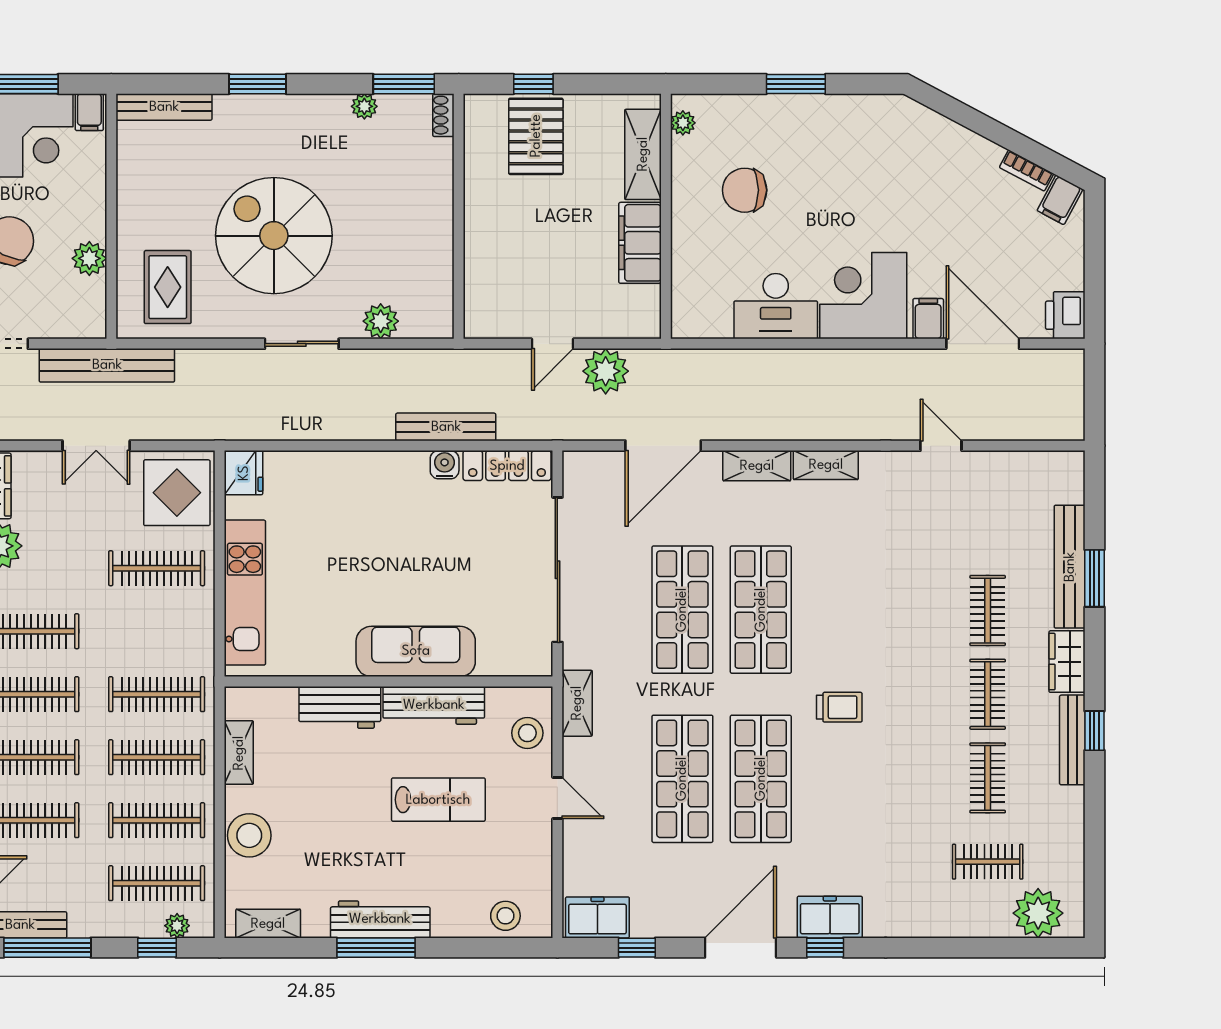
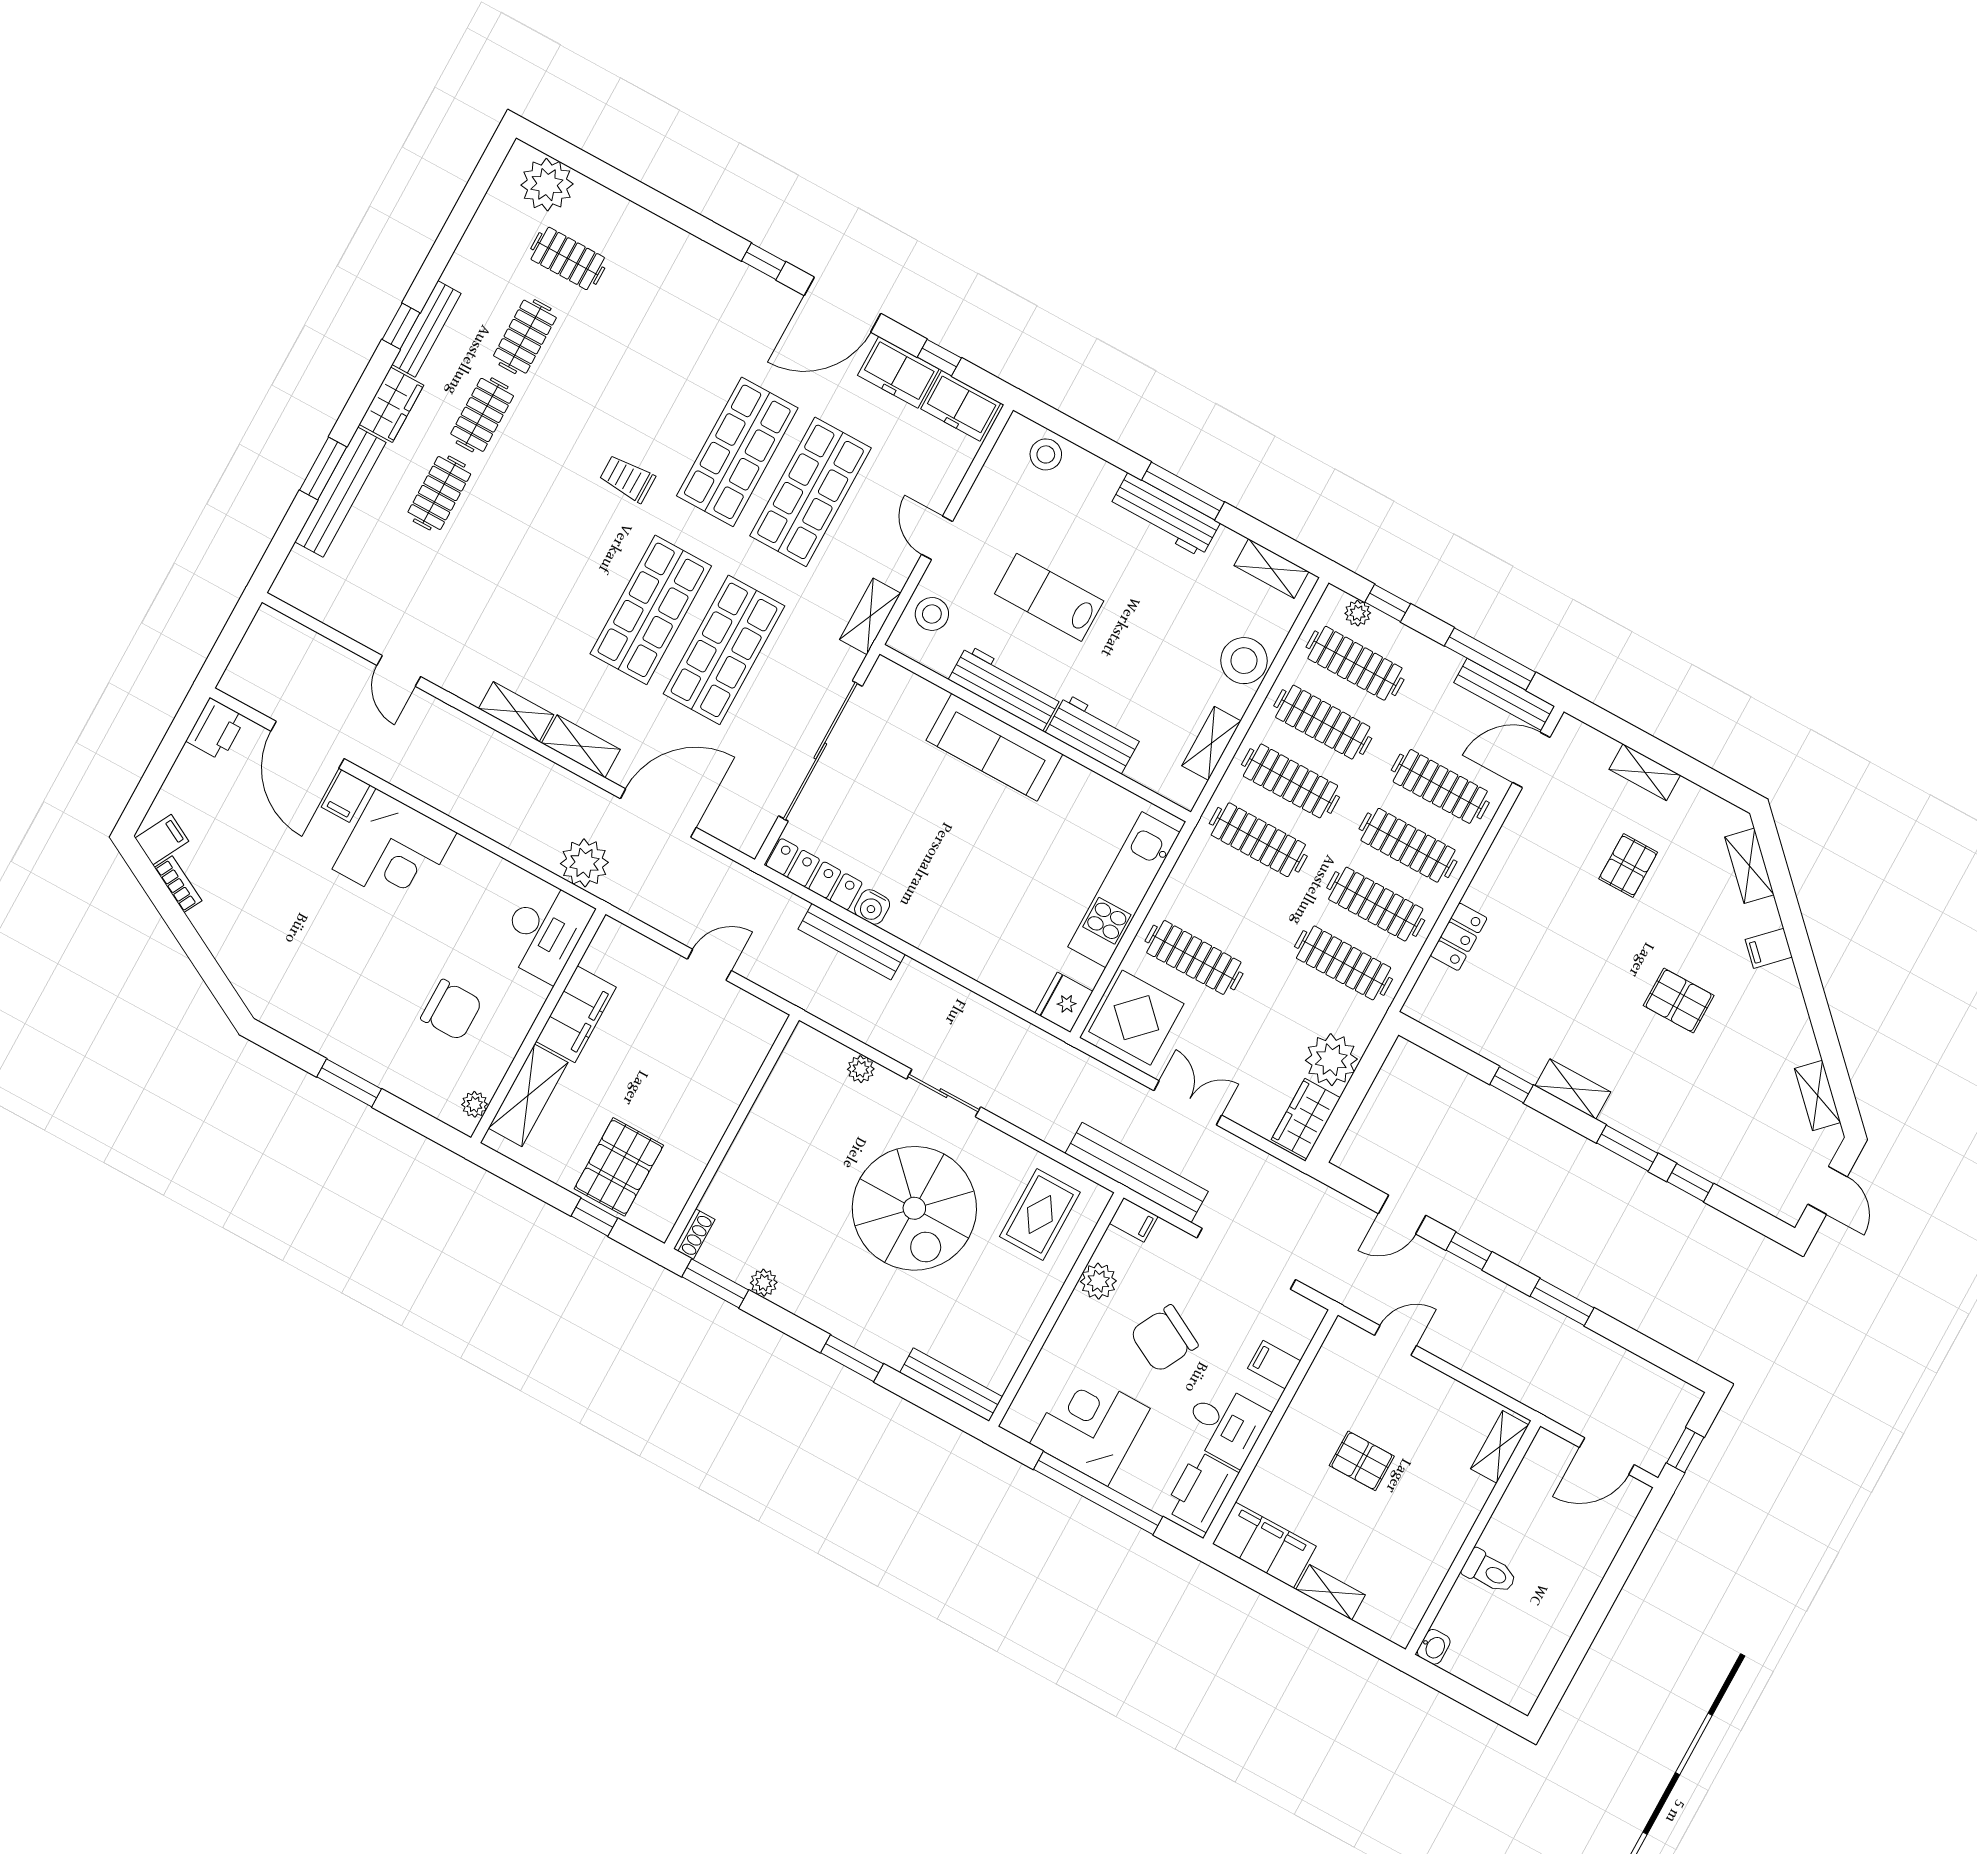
filing cabinet: (89, 112) -> (1134, 1220), moved, turned 90
desk: (776, 306) -> (545, 931), moved, turned 90
plant: (381, 321) -> (861, 1069), width x0.73, depth x0.73
plant: (606, 371) -> (584, 863), moved
freezer: (830, 917) -> (898, 372), moved

